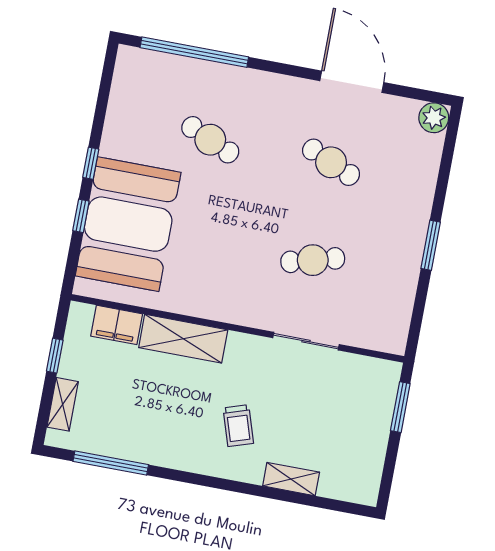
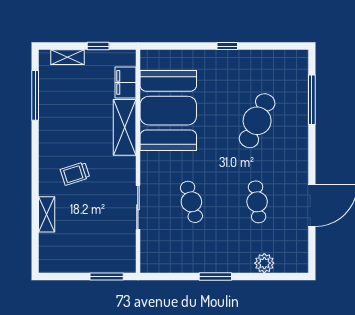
window: (194, 52) -> (312, 100), width x0.68
plant: (434, 118) -> (264, 263), moved
cafe table: (210, 140) -> (257, 121), width x1.37, depth x1.35
cafe table: (331, 162) -> (257, 202), turned -30
window: (81, 216) -> (192, 46), removed
booth: (128, 224) -> (168, 111), moved, turned 90

